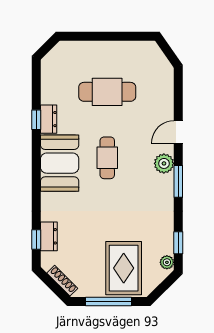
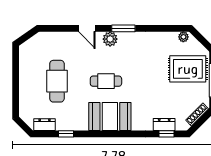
dresser: (49, 119) -> (45, 125), moved
window: (36, 120) -> (66, 134), moved
window: (178, 243) -> (169, 28), removed

